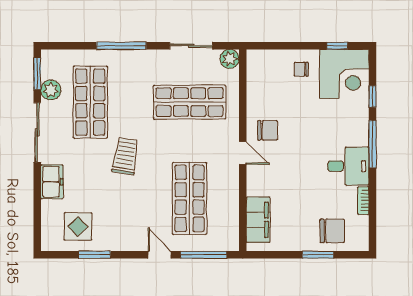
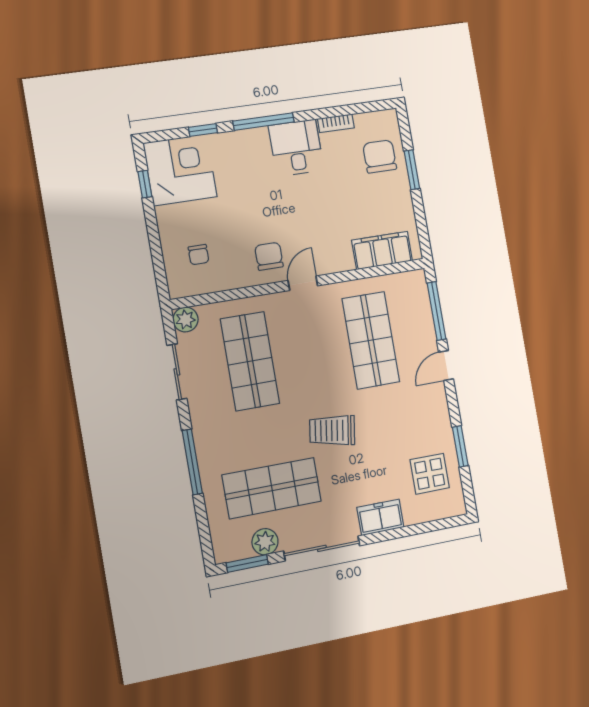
chair: (301, 69) -> (199, 255), moved
shop shelf: (190, 198) -> (371, 340), turned 90

